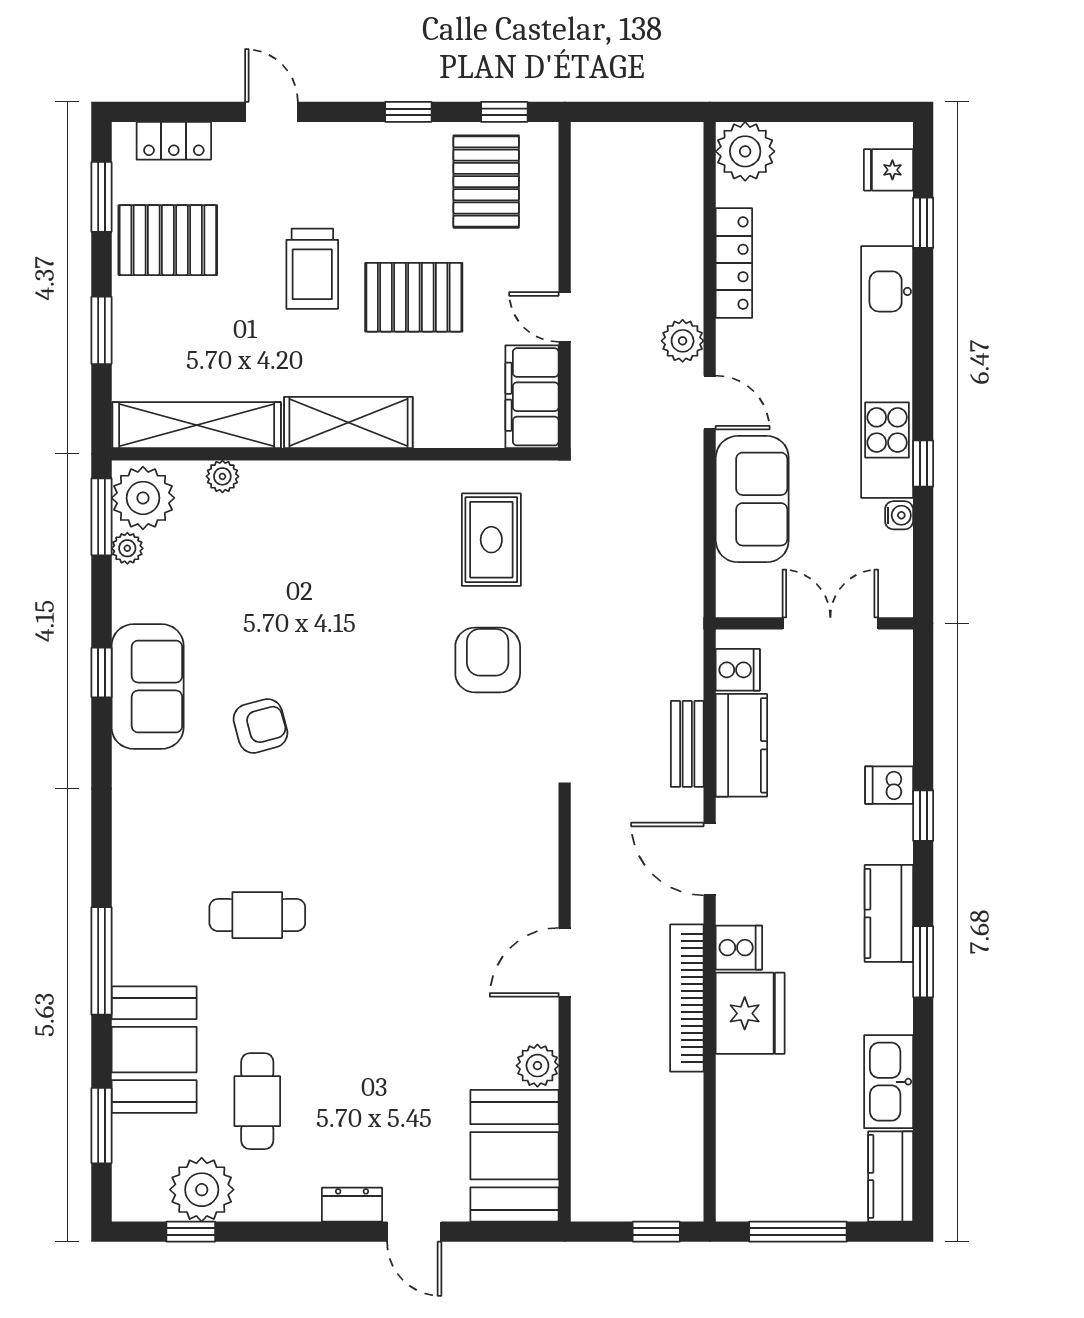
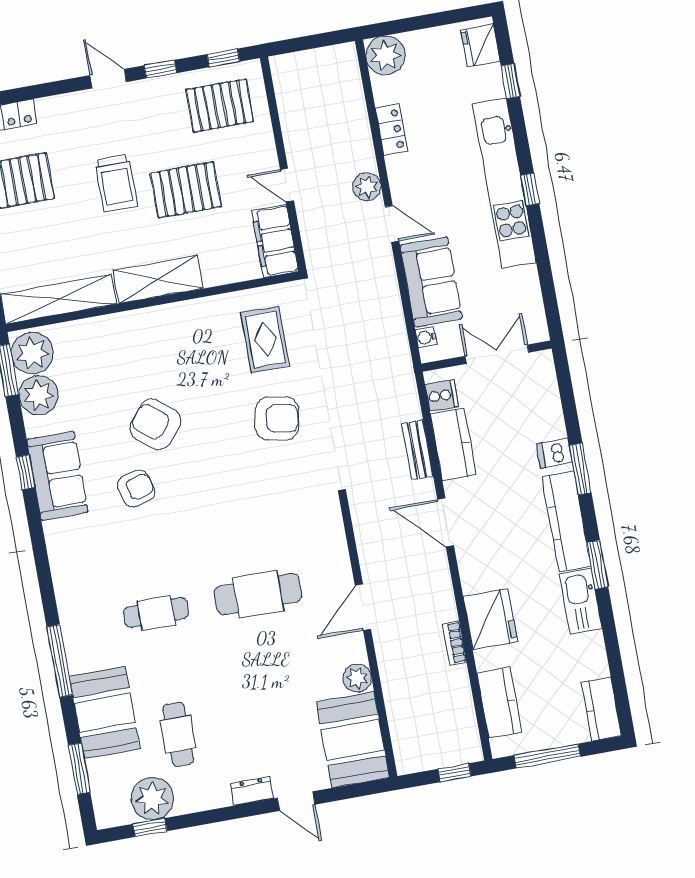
door: (271, 112) -> (108, 79), moved
fridge: (889, 170) -> (481, 45), width x1.38
pallet: (486, 182) -> (220, 106), turned 90
locker: (734, 263) -> (391, 130), width x0.66
window: (923, 464) -> (530, 189), moved
plant: (222, 476) -> (82, 330), removed
water cooler: (899, 515) -> (426, 337), moved, turned 180
plant: (127, 548) -> (39, 395), width x1.87, depth x1.87
armchair: (306, 636) -> (155, 424), added
armchair: (488, 660) -> (277, 418), turned 99
window: (923, 816) -> (580, 469), width x1.50
kitchen counter: (889, 913) -> (566, 521), width x1.50
cafe table: (413, 915) -> (258, 594), added
cooker: (739, 948) -> (475, 577), removed
bookcase: (687, 998) -> (455, 643), width x0.43, depth x0.76
kitchen sink: (889, 1082) -> (581, 601), moved
kitchen counter: (741, 1140) -> (499, 703), added

